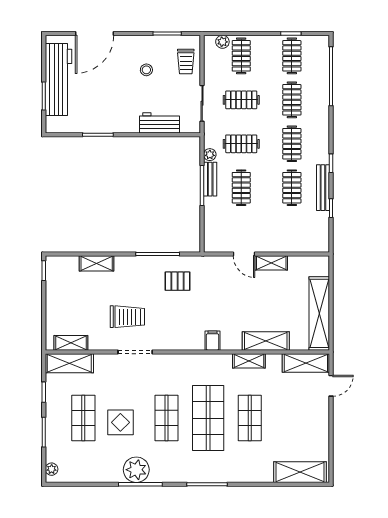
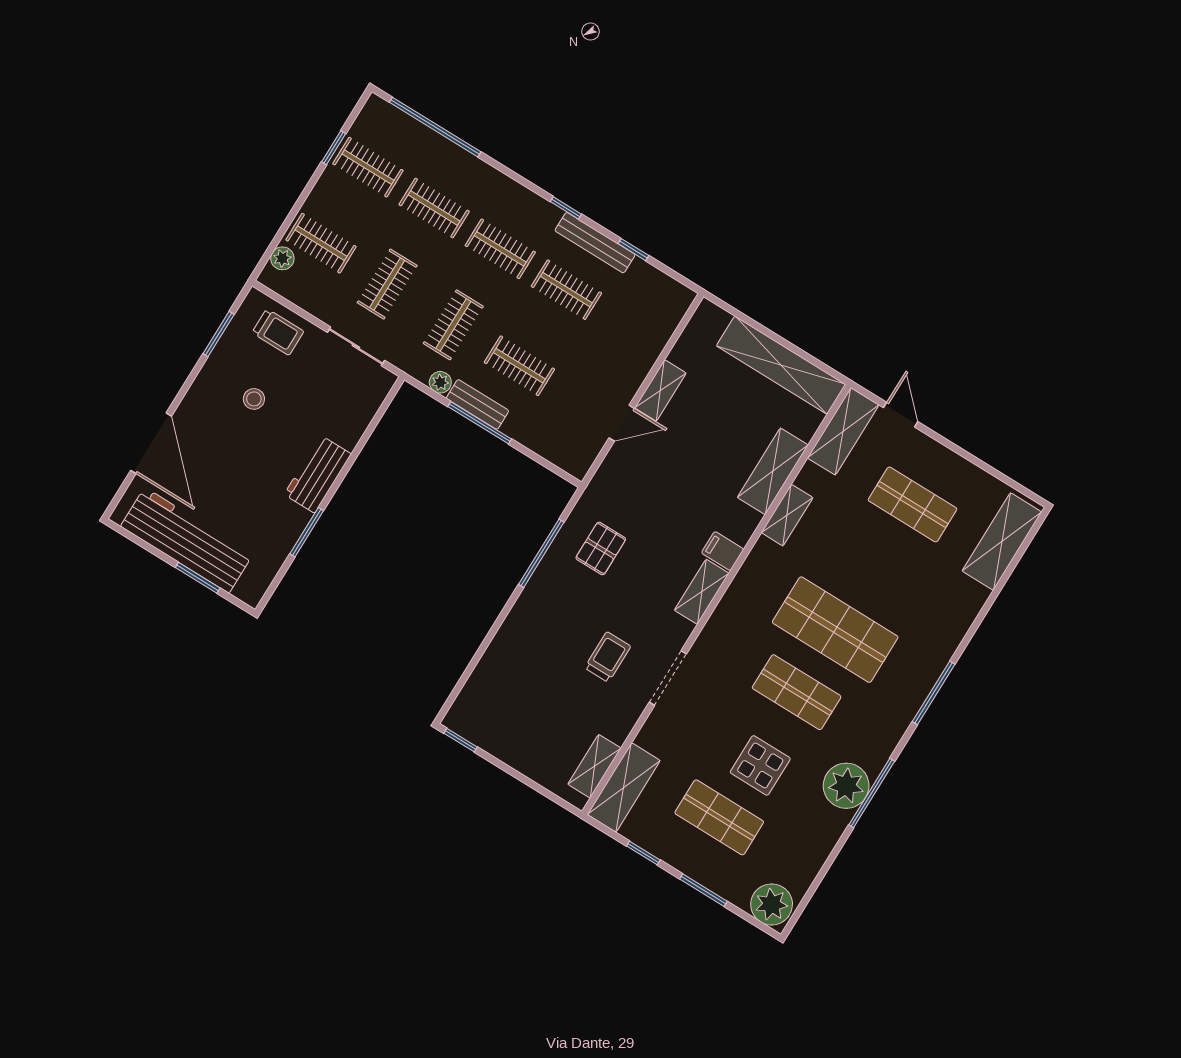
workbench: (160, 123) -> (318, 474), moved
shelving: (97, 263) -> (702, 592), moved
trolley: (127, 317) -> (608, 657), width x0.73, depth x0.72
shop shelf: (250, 418) -> (912, 504), moved
plant: (52, 469) -> (772, 904), width x1.88, depth x1.88

